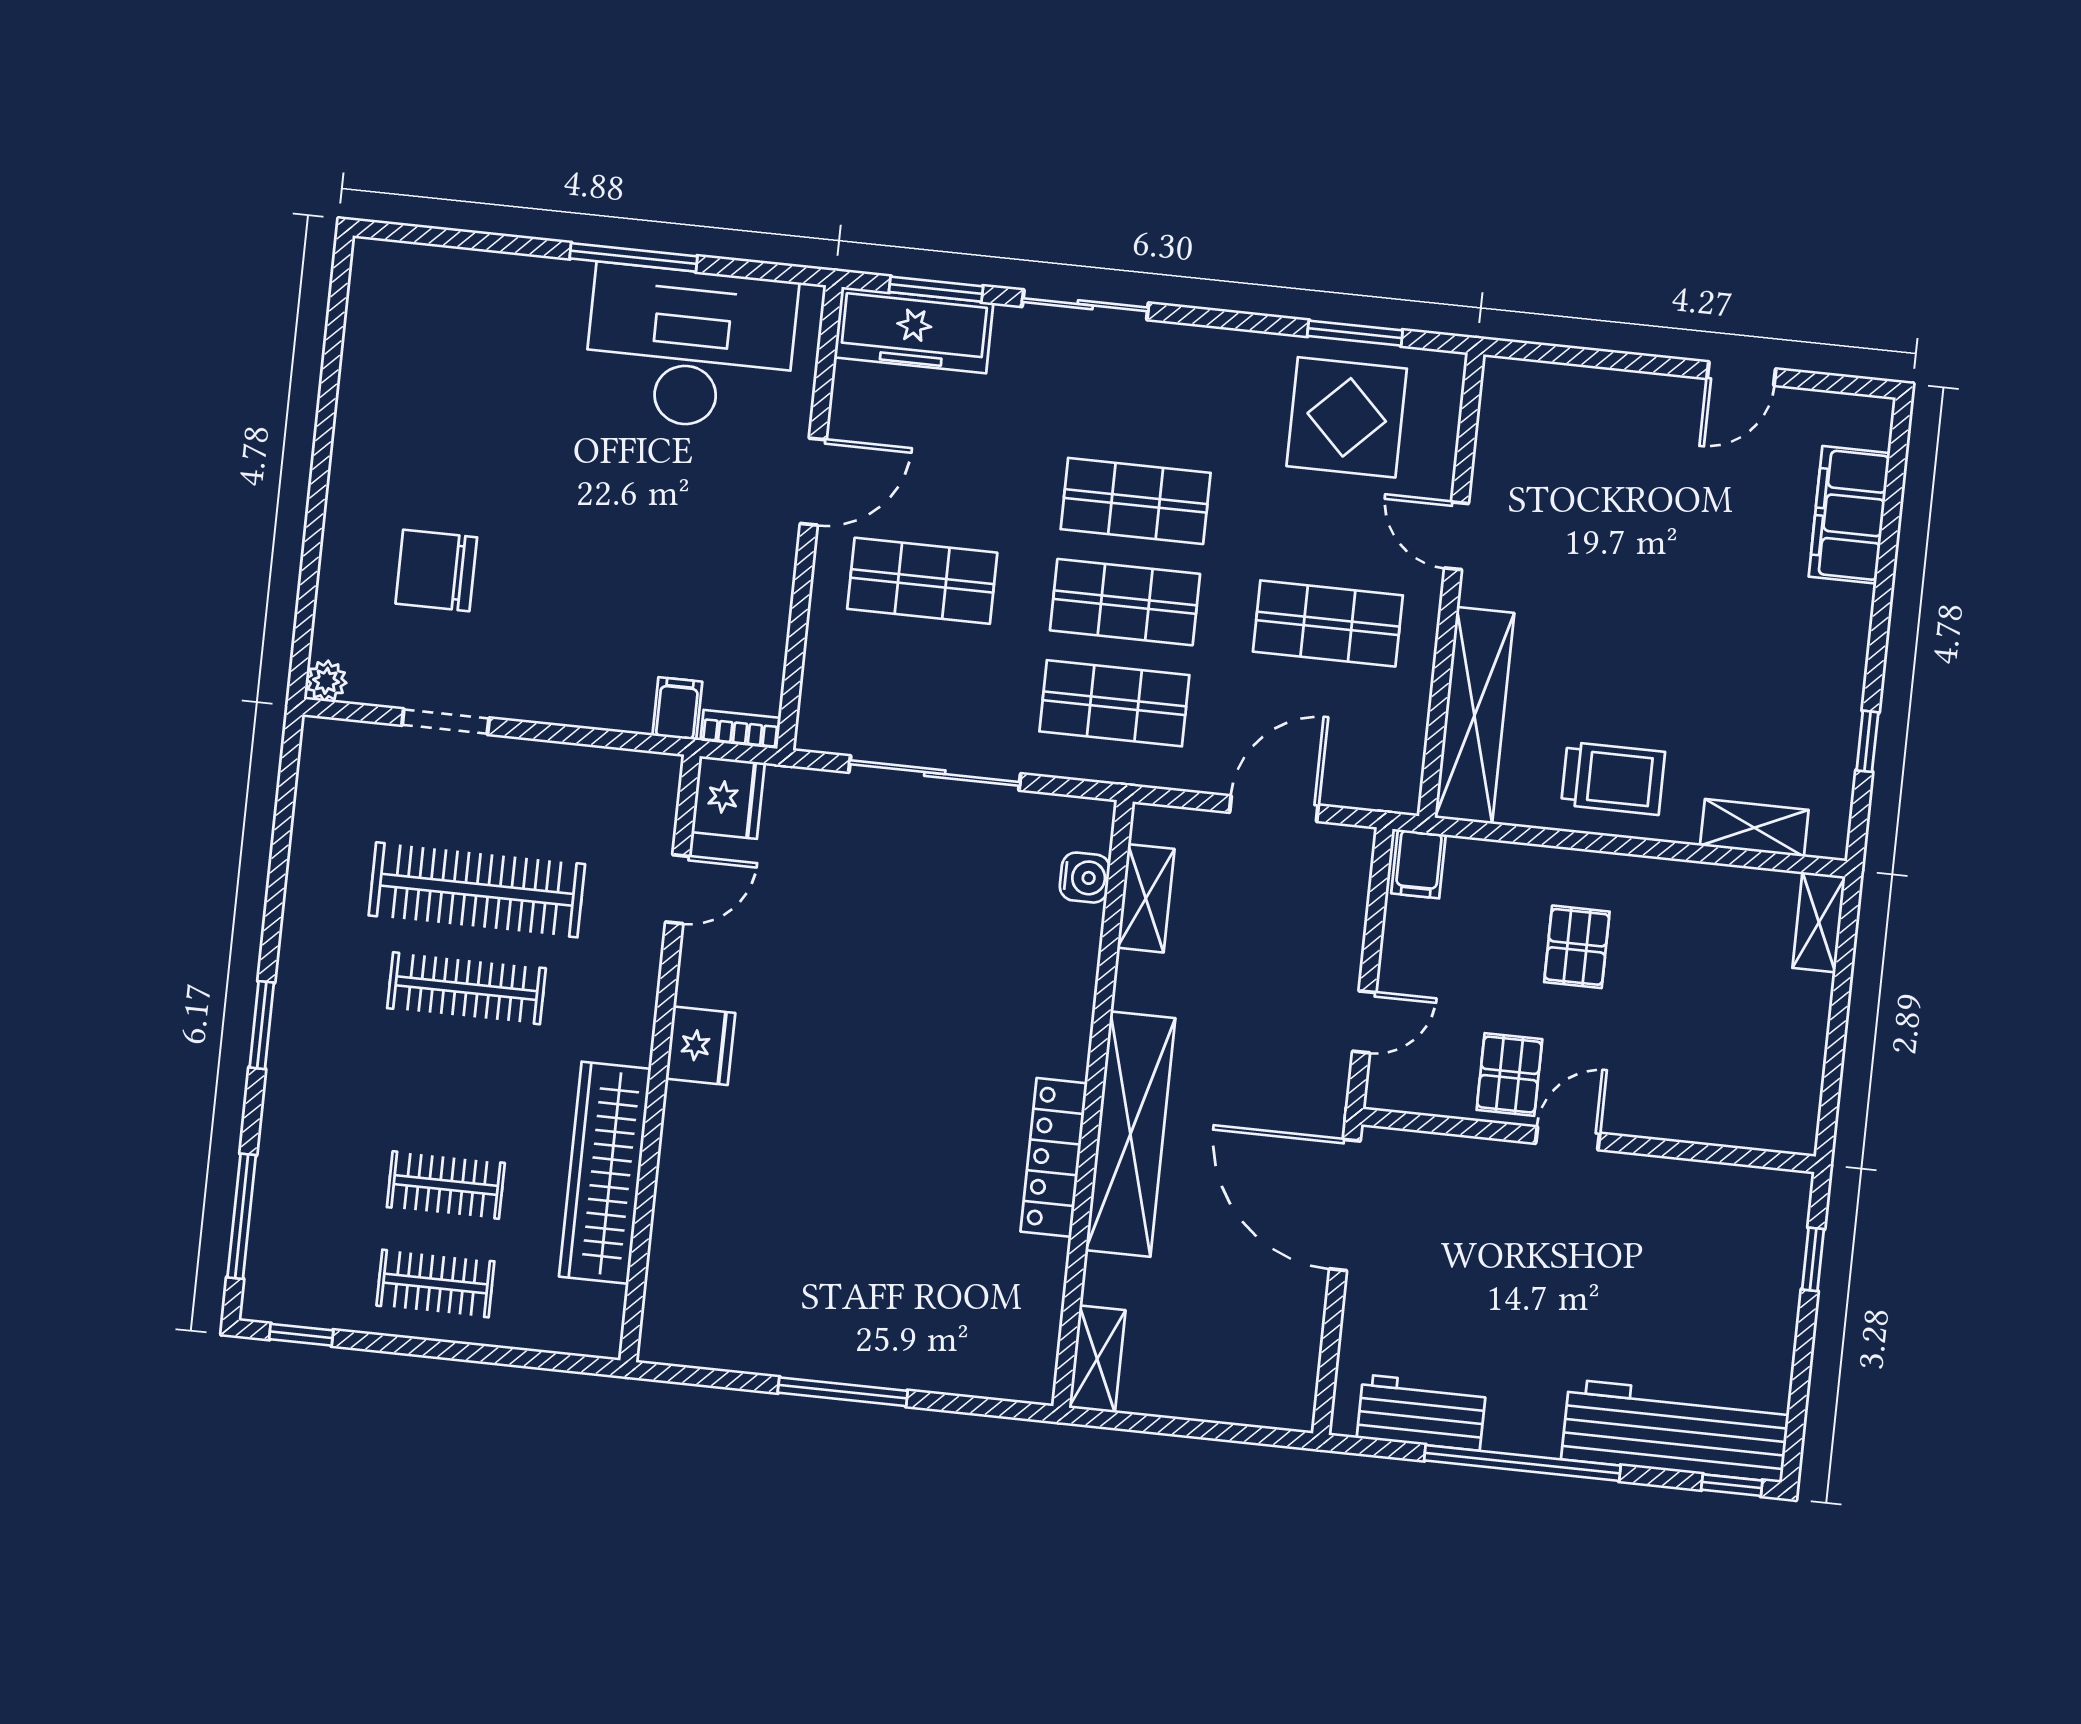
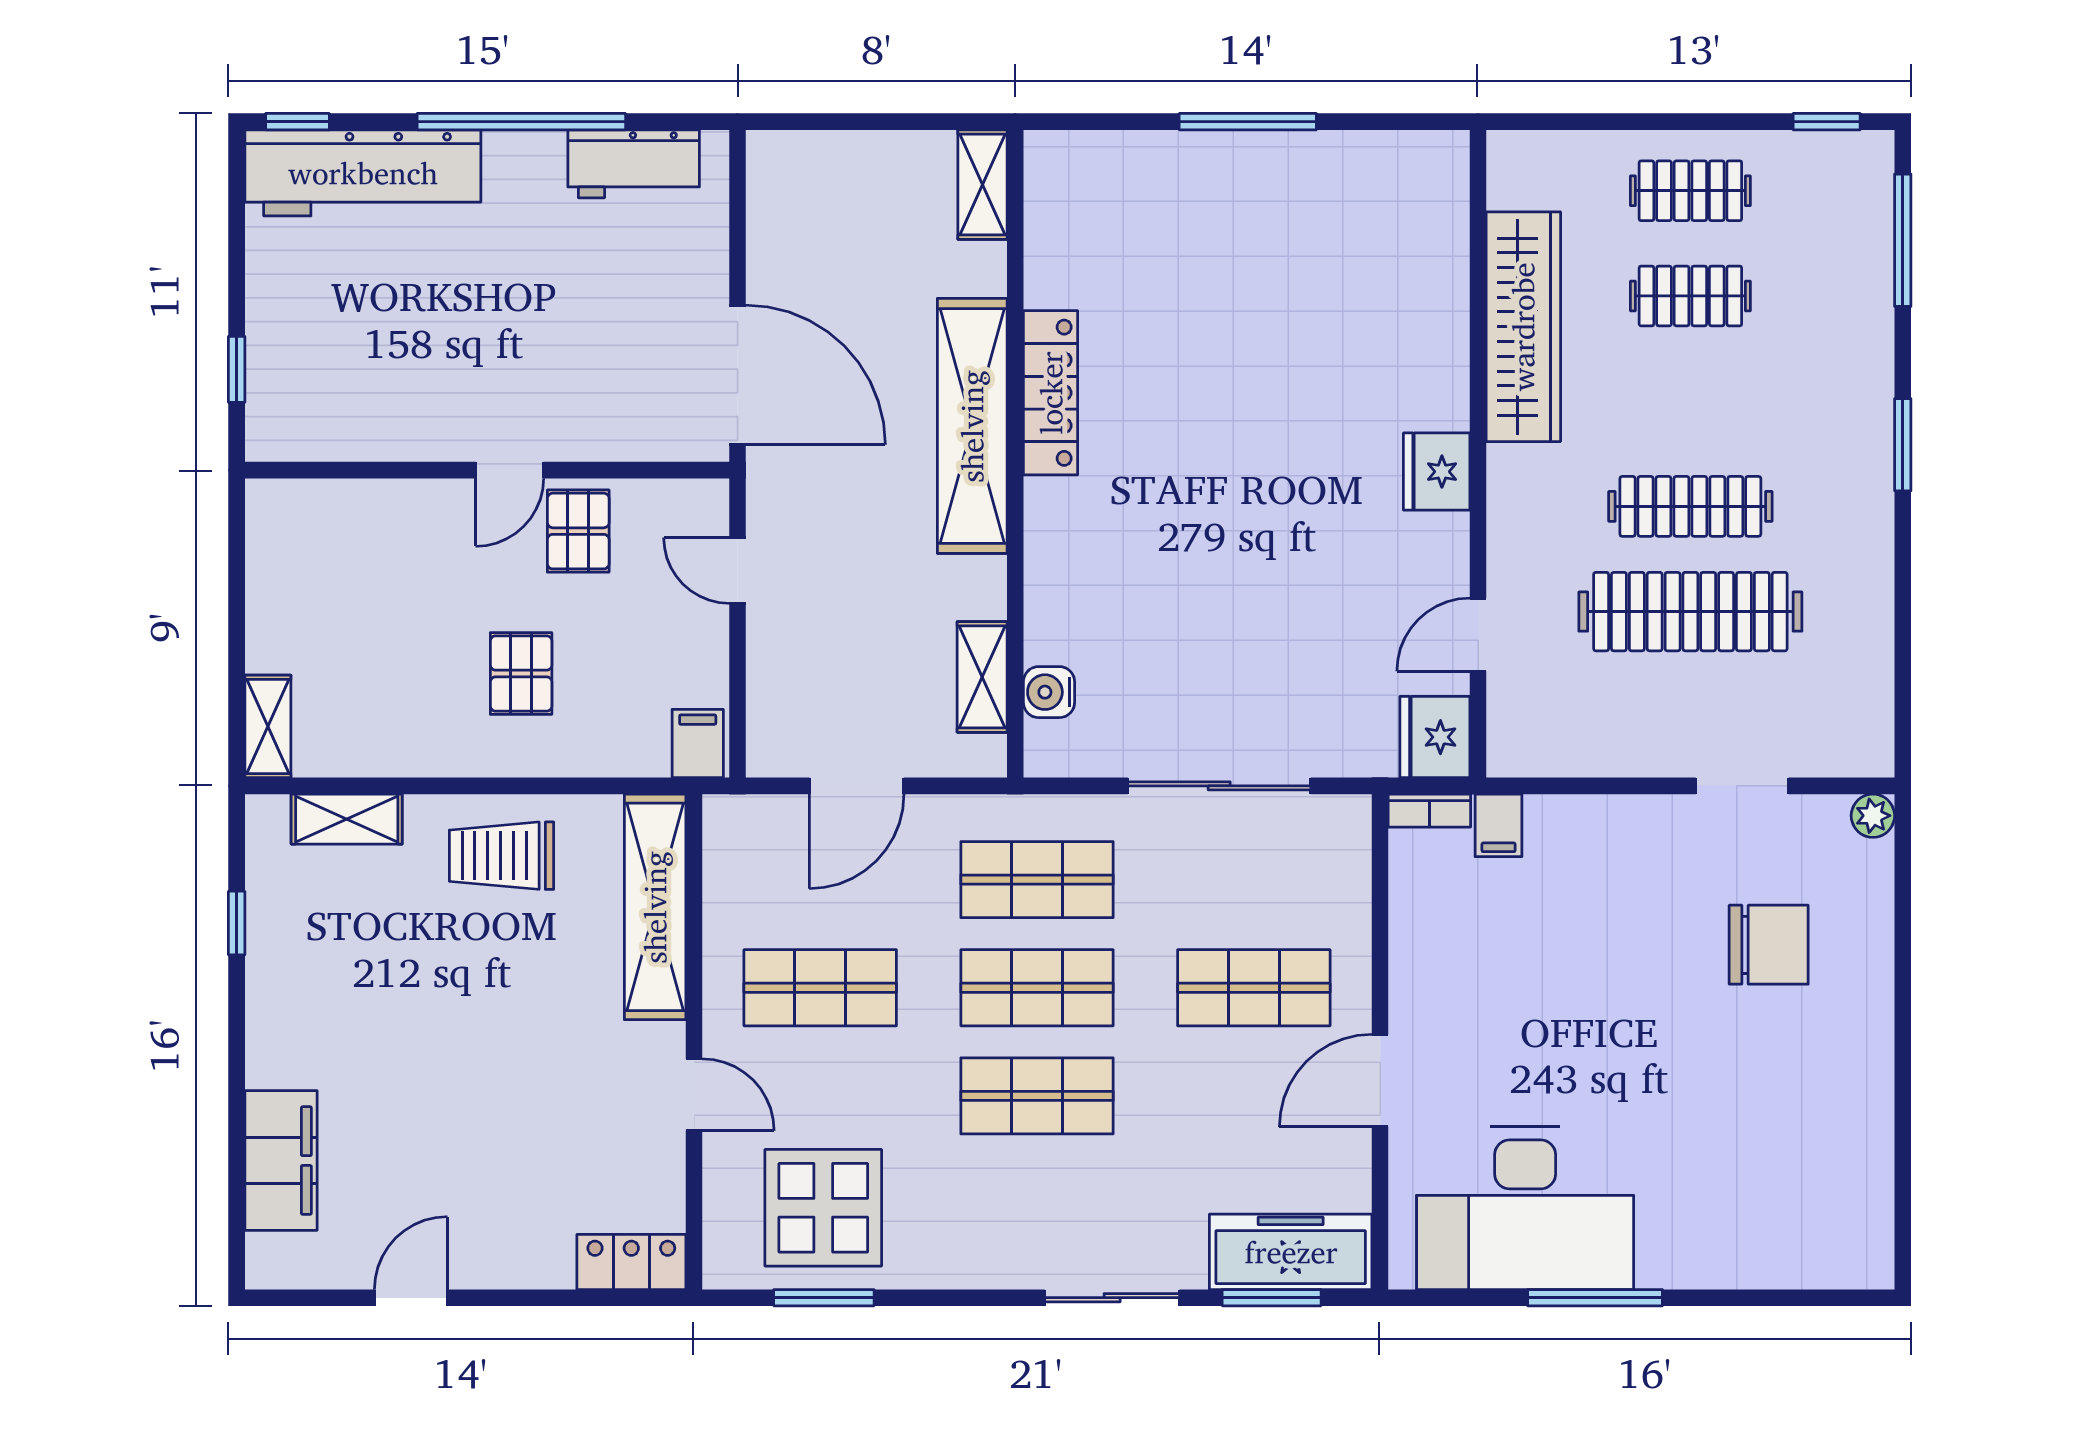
locker: (1532, 385) -> (631, 1262), added
door: (1364, 1022) -> (738, 571), hinge flipped

